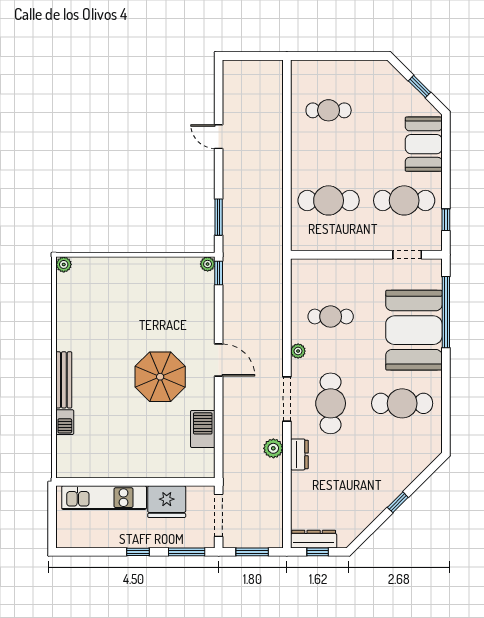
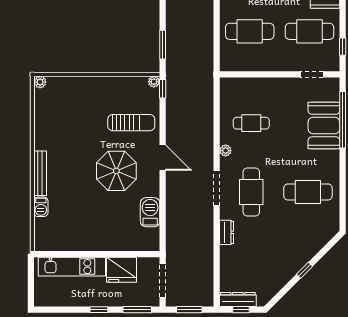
sun lounger: (179, 316) -> (131, 123), added
booth: (414, 330) -> (324, 126), width x0.73, depth x0.70
plant: (273, 448) -> (206, 228), removed

